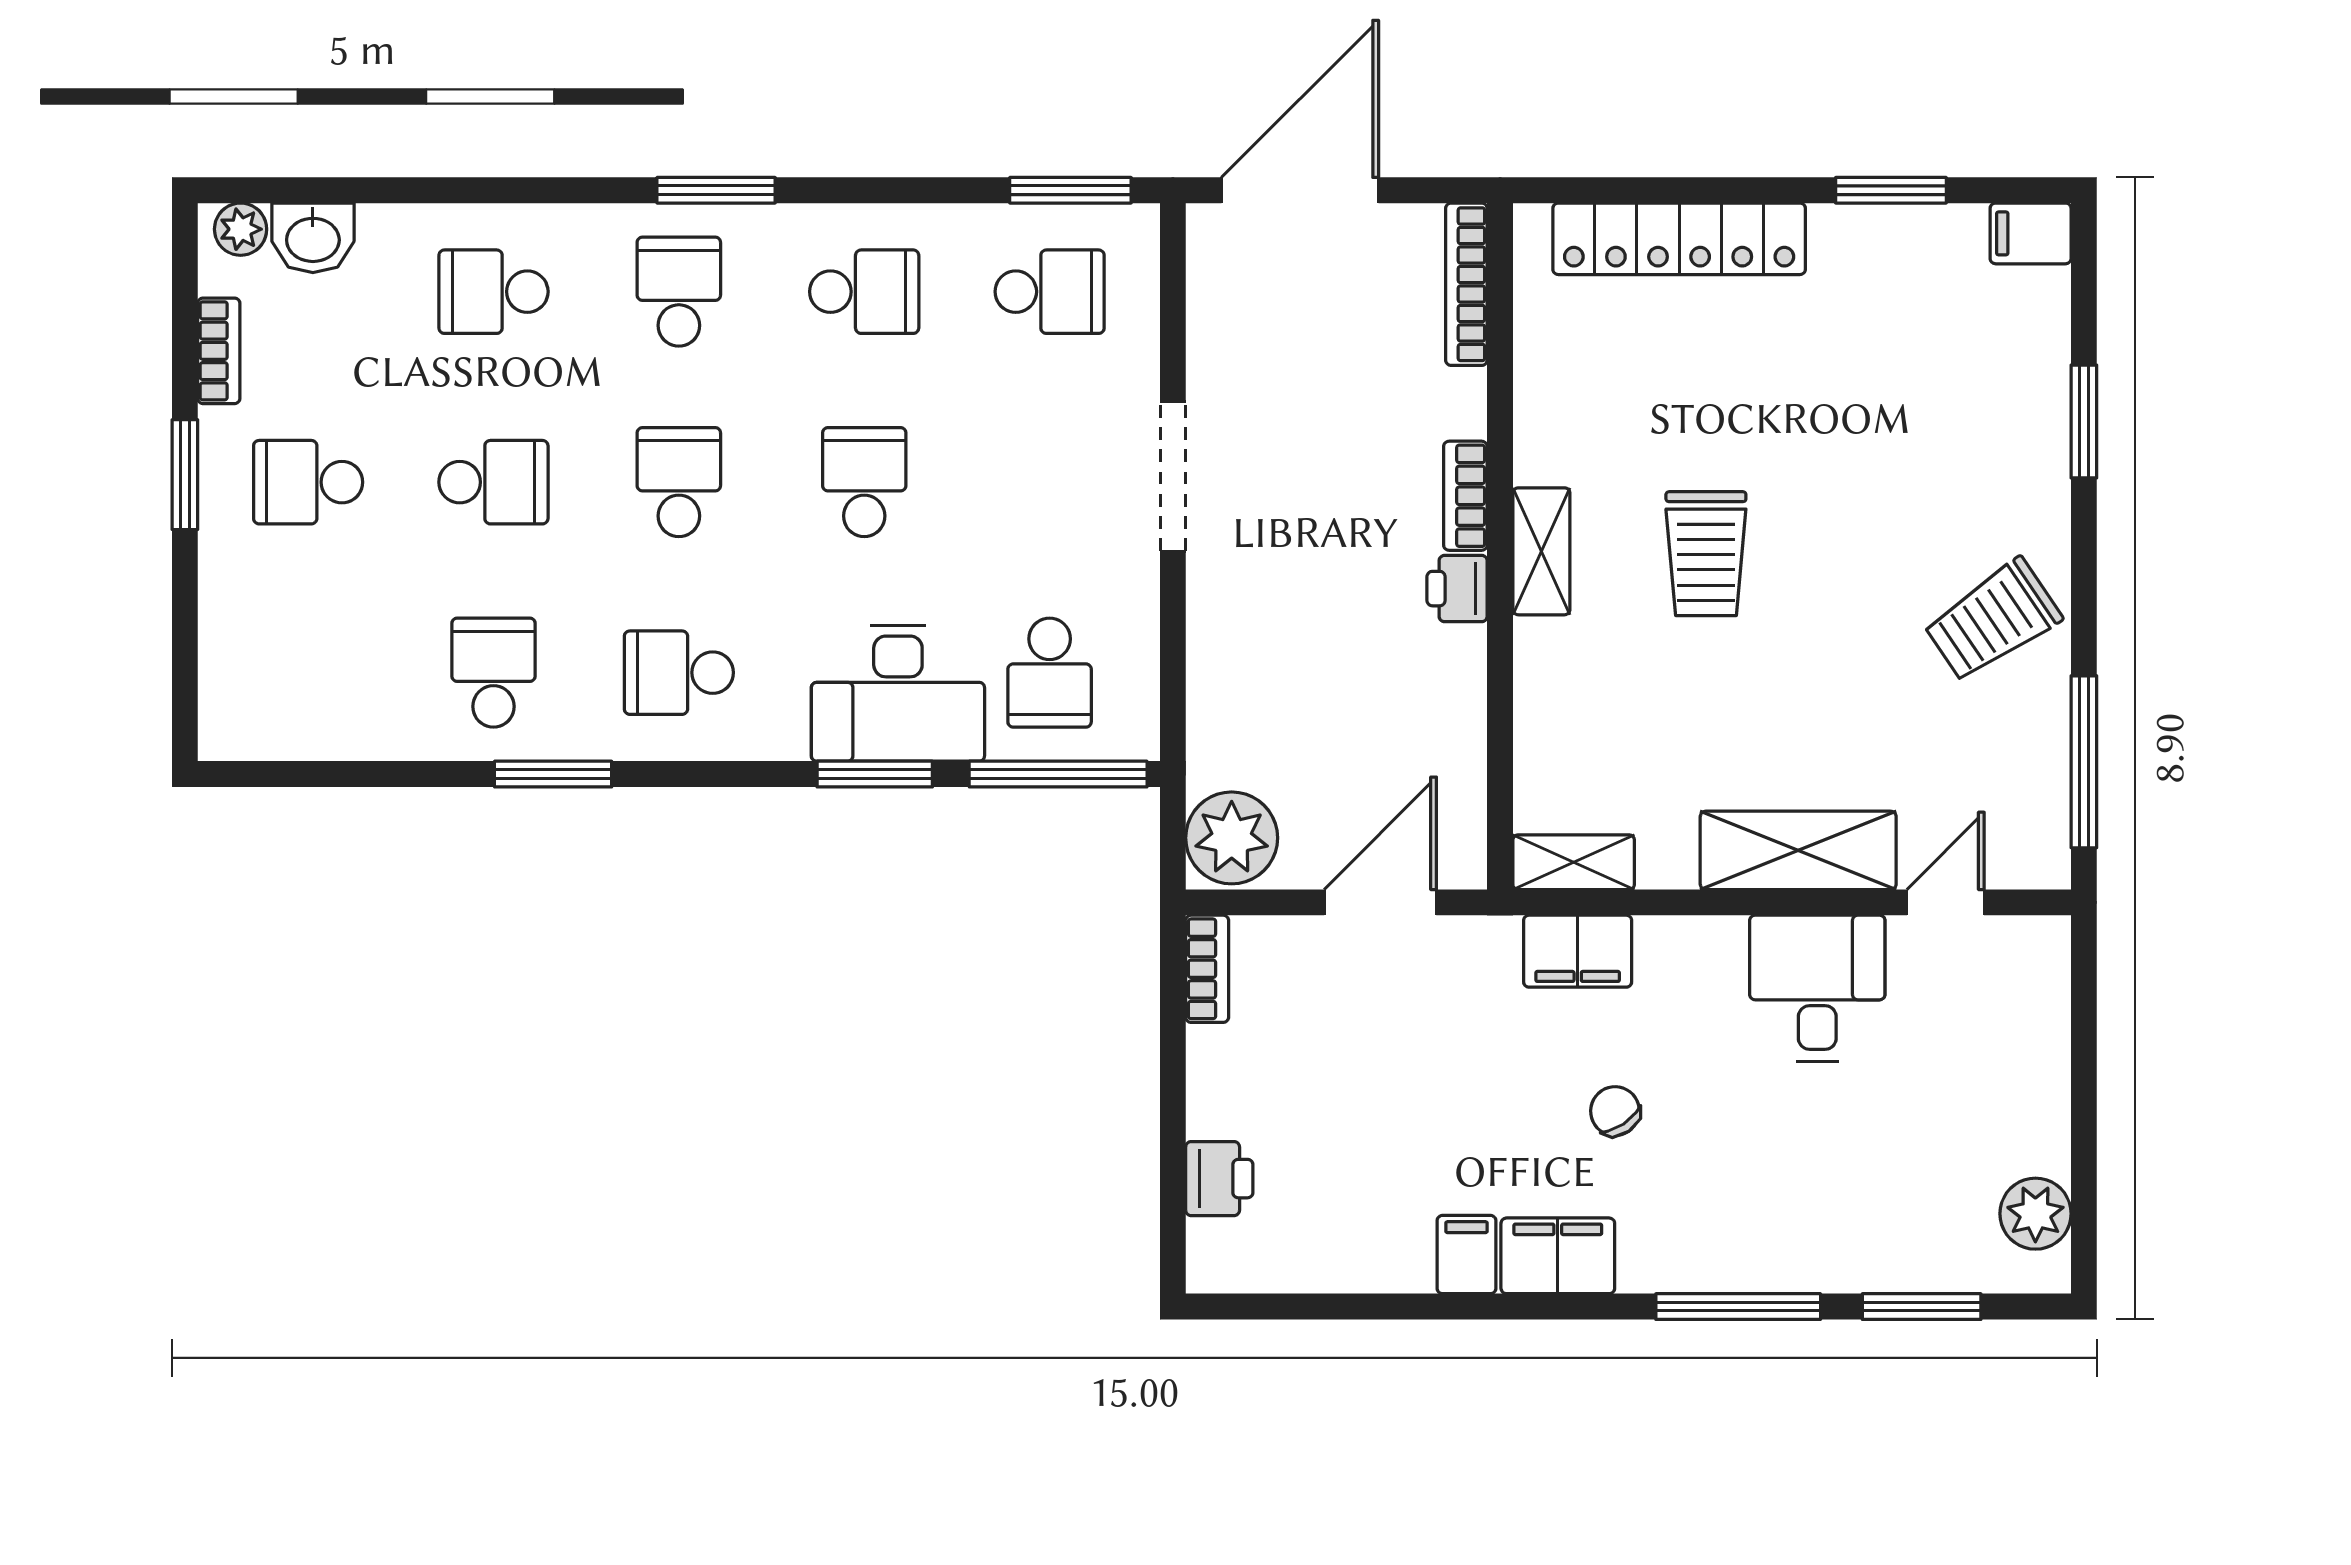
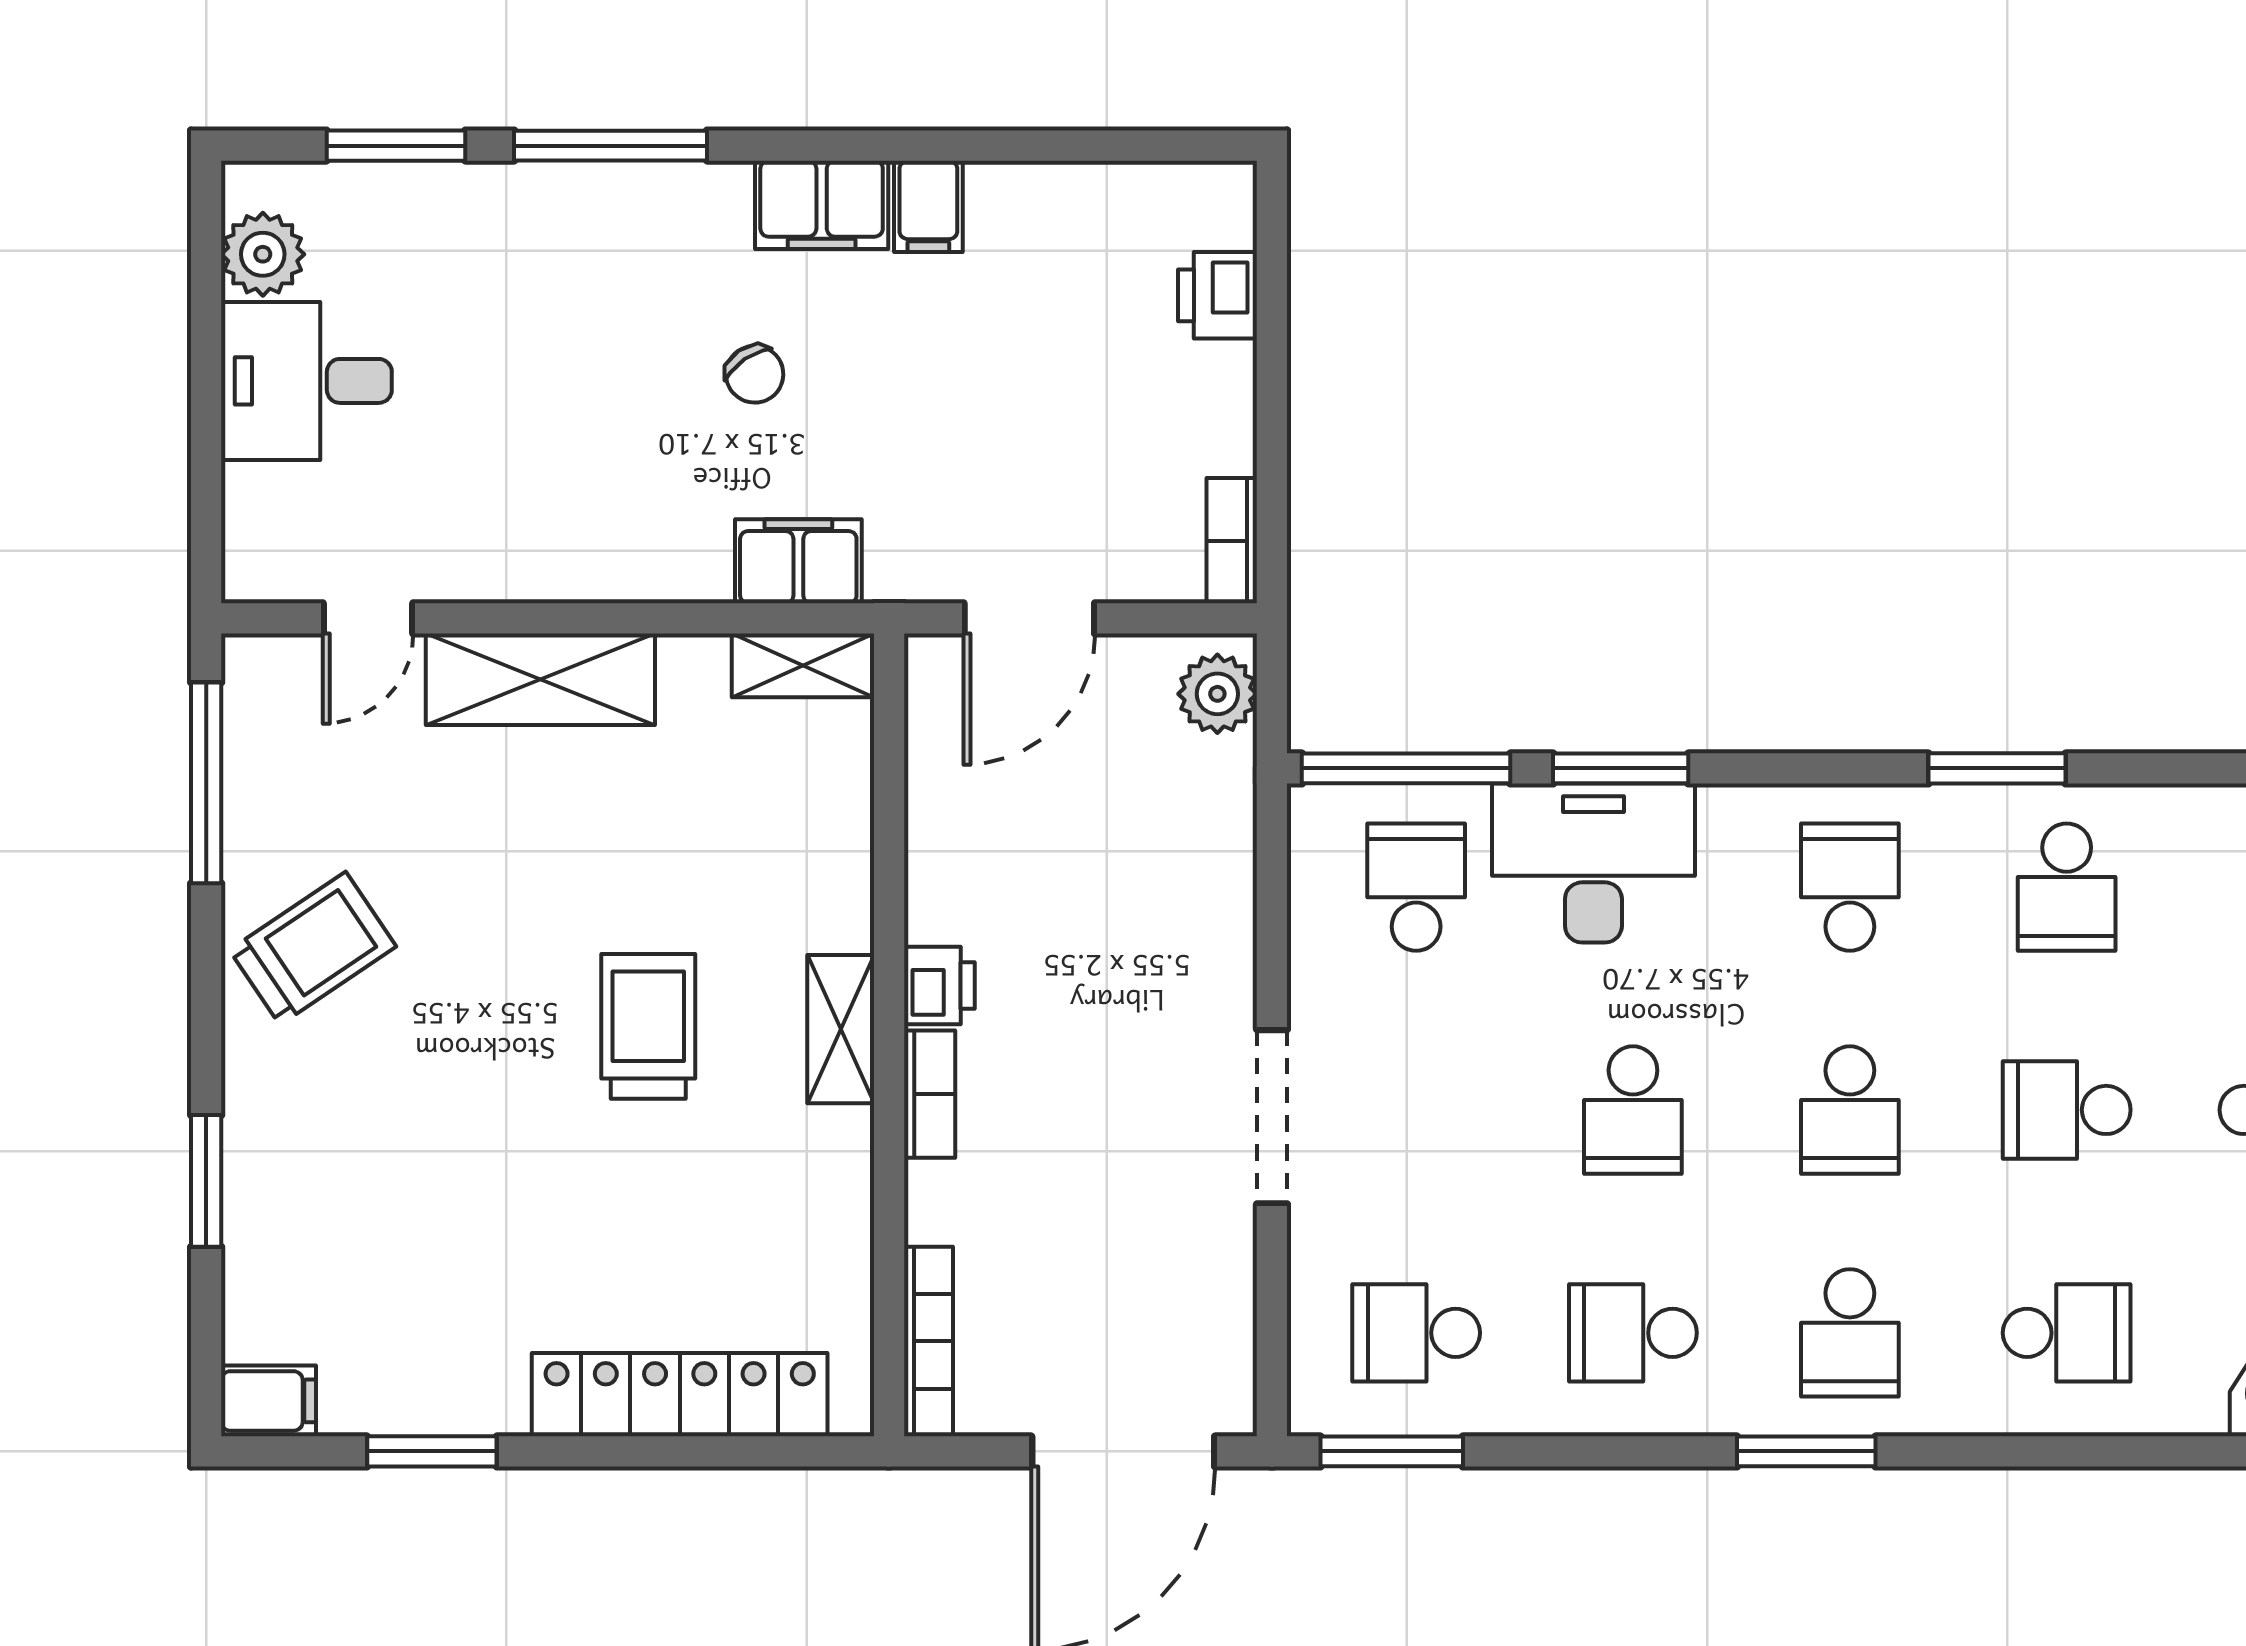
school desk: (679, 673) -> (1850, 887), turned -90
plant: (1232, 838) -> (1217, 694), width x0.73, depth x0.73
desk: (1817, 988) -> (306, 381), moved, turned 90

